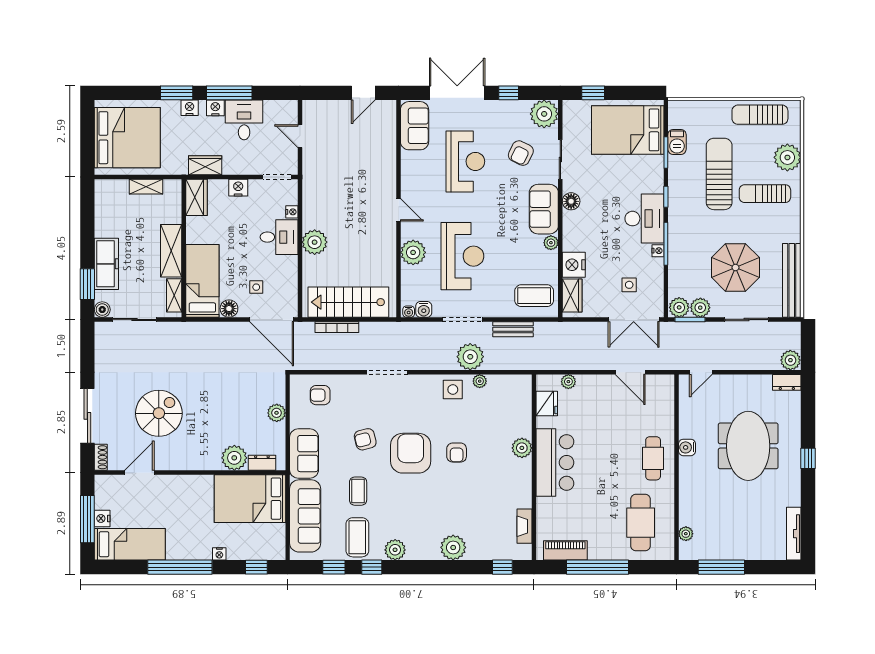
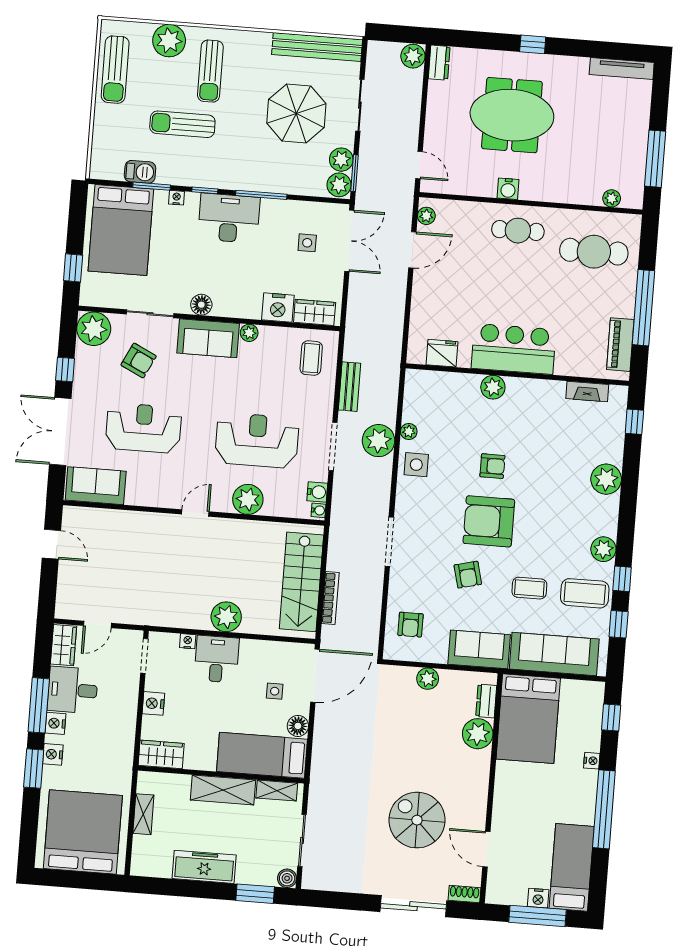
wardrobe: (205, 165) -> (64, 645), moved, turned 180
sun lounger: (719, 174) -> (182, 124), width x0.73, depth x0.75
nightstand: (658, 251) -> (177, 198), moved
freezer: (106, 264) -> (204, 867), moved
coffee table: (534, 296) -> (311, 358), width x0.73, depth x0.77
plant: (568, 382) -> (426, 216), moved

